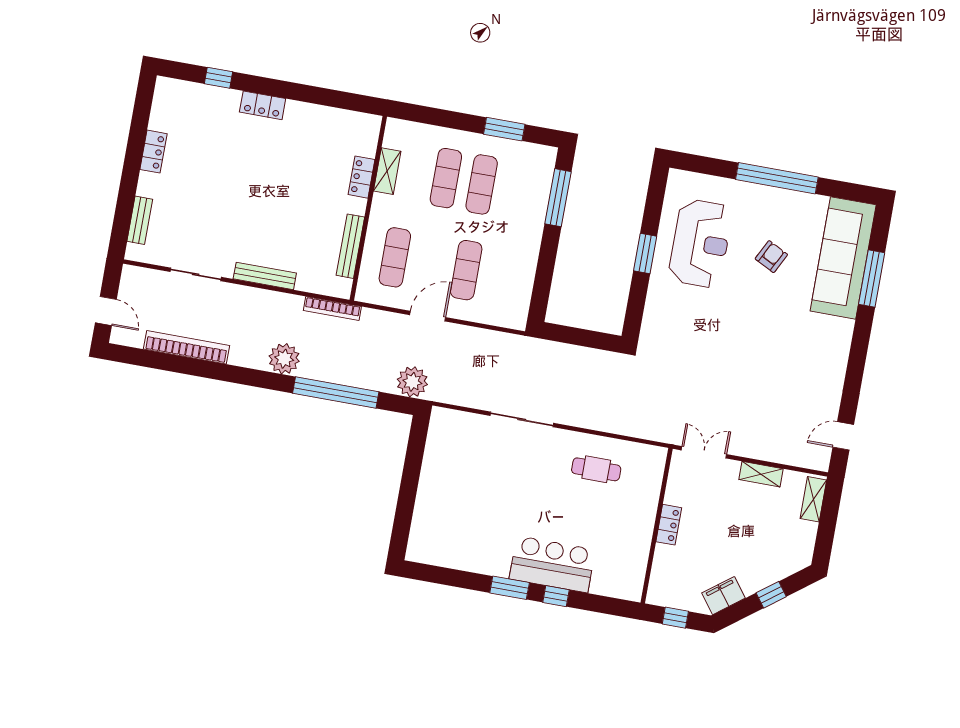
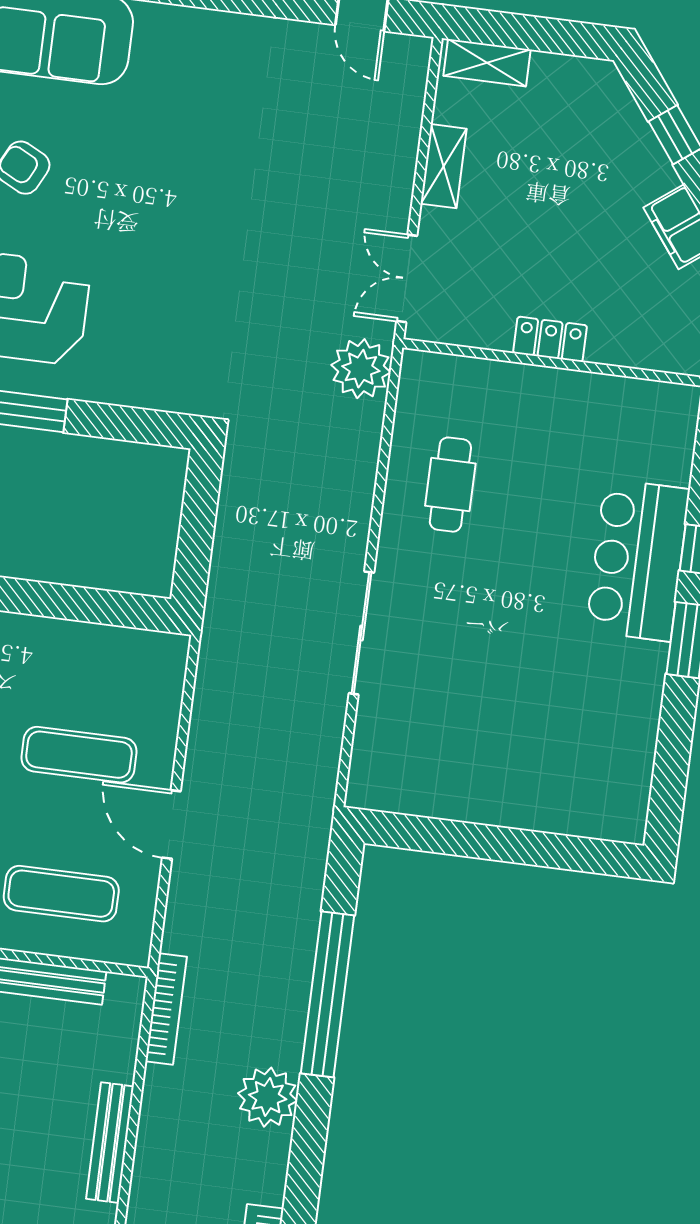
plant: (412, 382) -> (361, 369), moved

